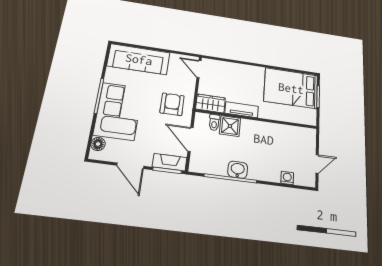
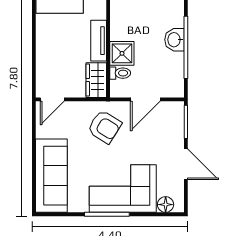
armchair: (172, 104) -> (104, 127), turned -148
fireplace: (170, 162) -> (176, 120), removed
door: (130, 166) -> (186, 164), hinge flipped

